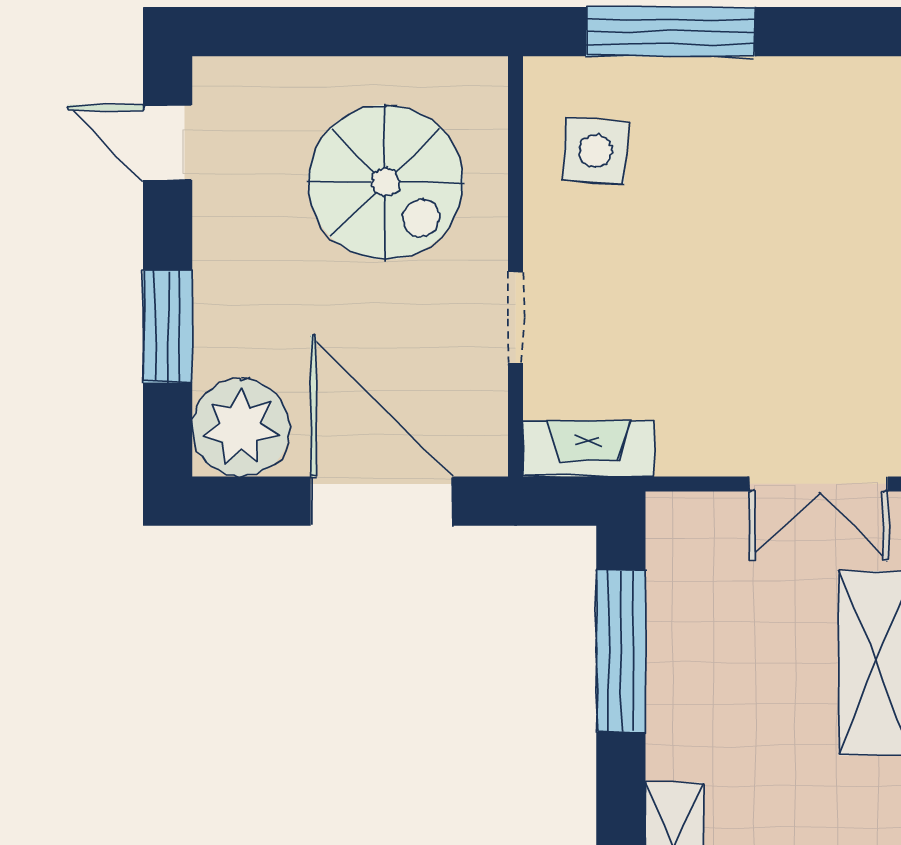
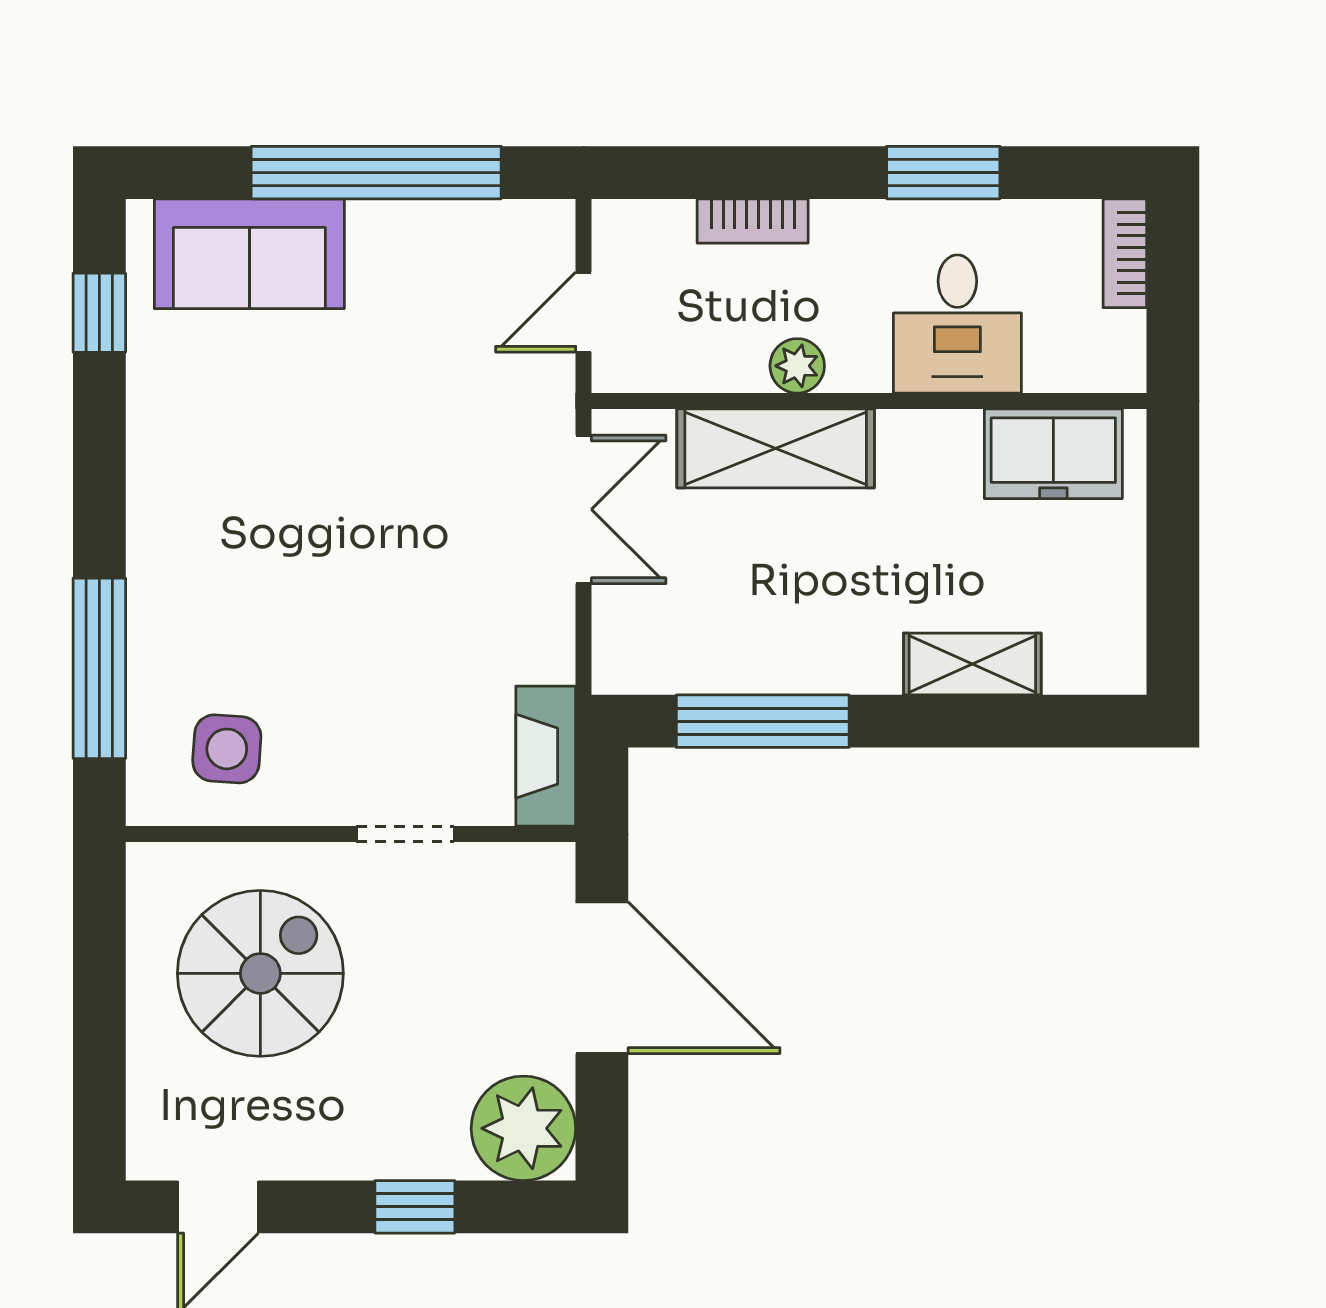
window: (168, 326) -> (415, 1207), width x0.67
door: (382, 501) -> (602, 978), swing flipped

